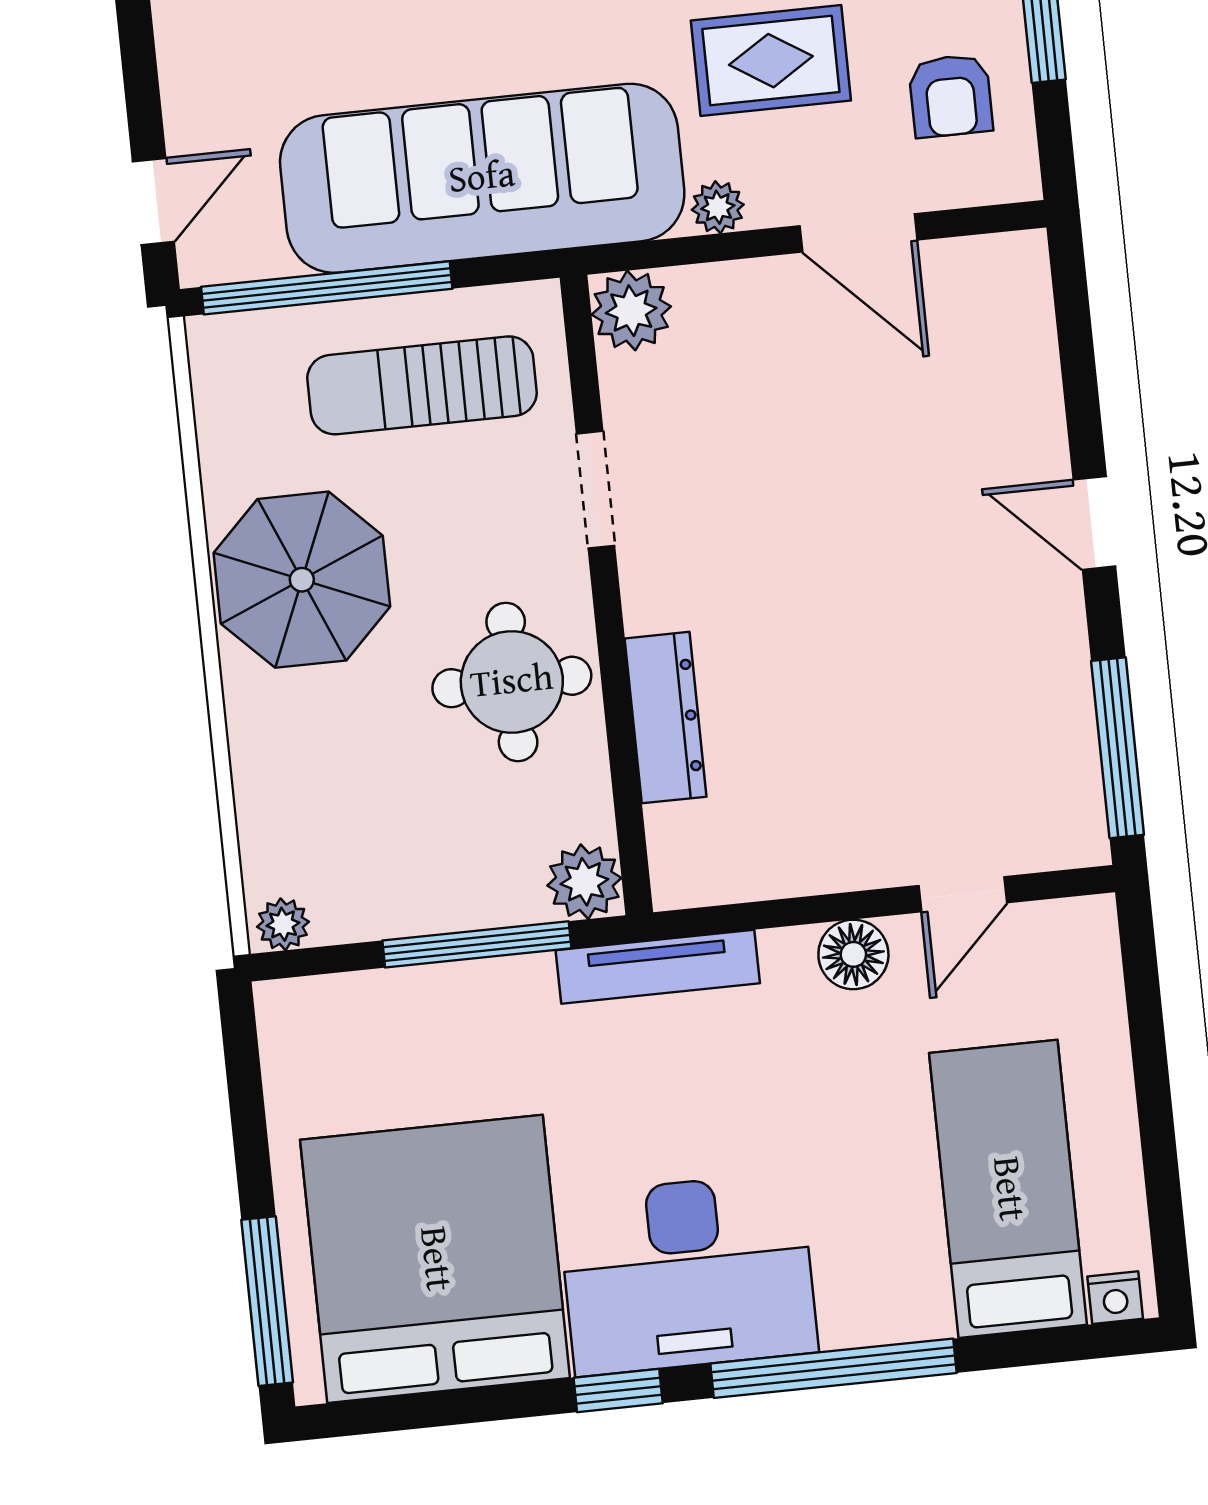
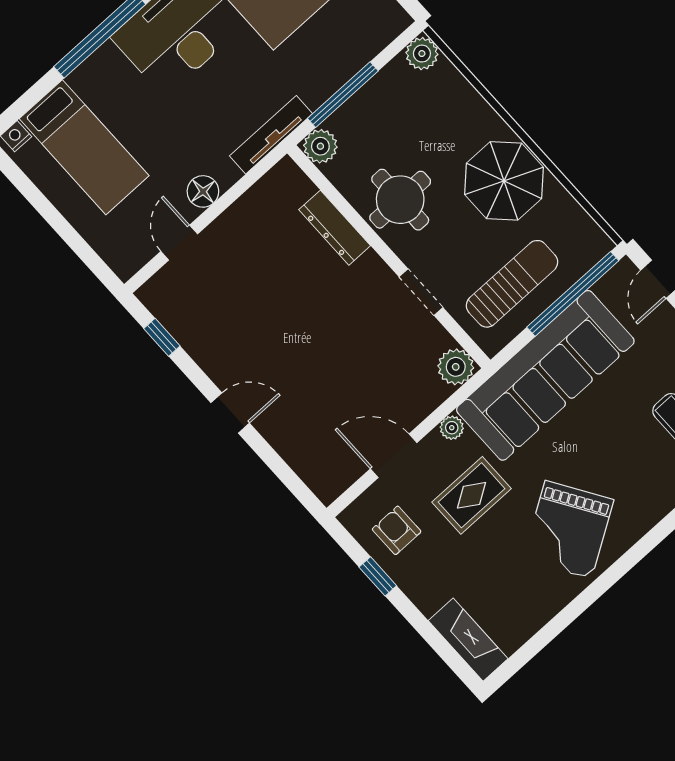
window: (1118, 748) -> (162, 337), width x0.46
plant: (283, 924) -> (422, 54), width x1.38, depth x1.38

